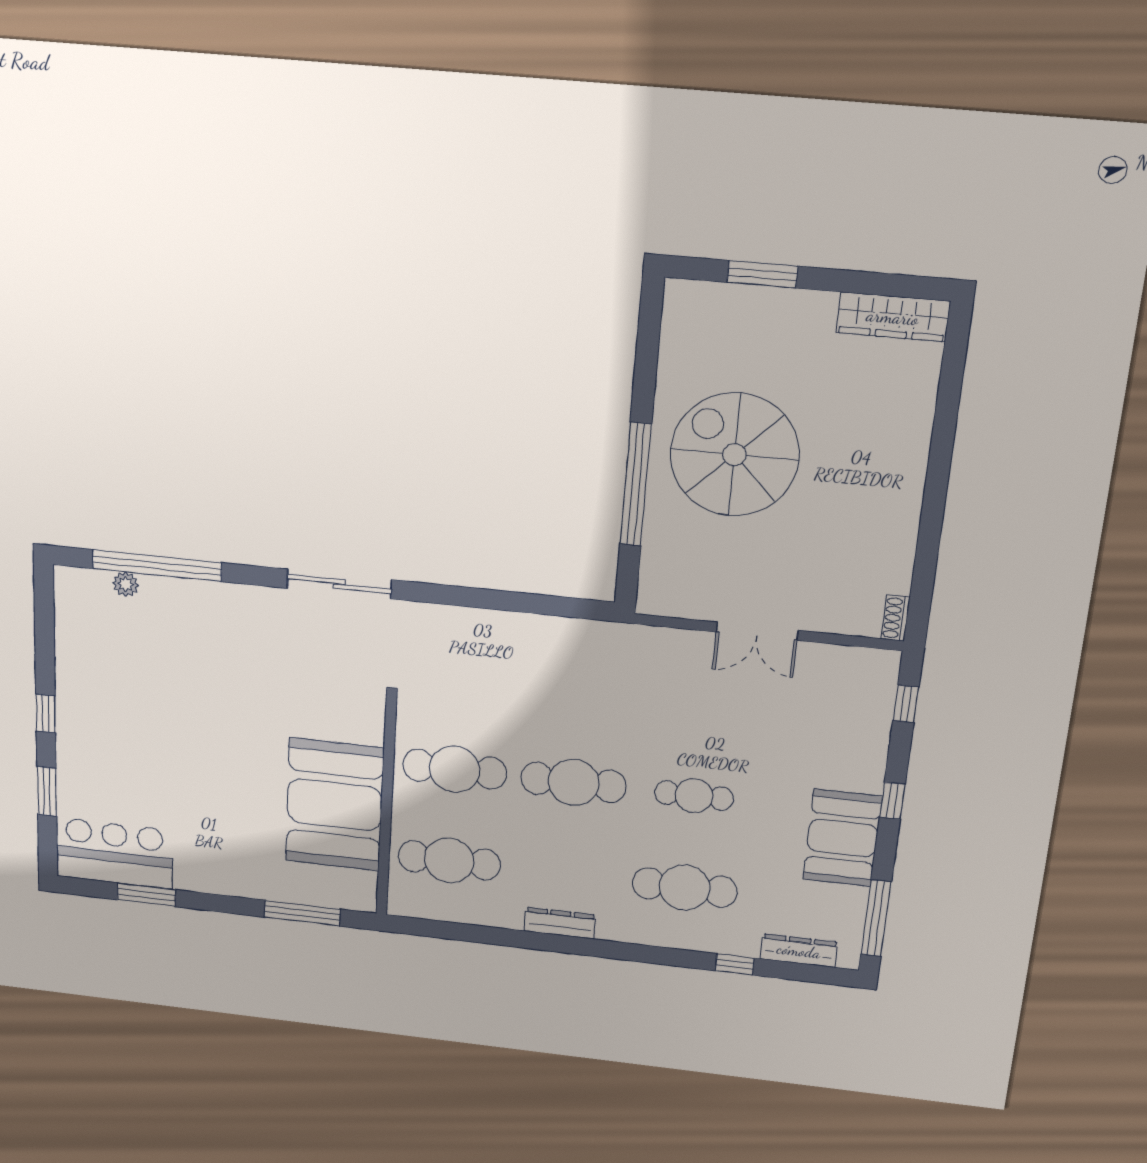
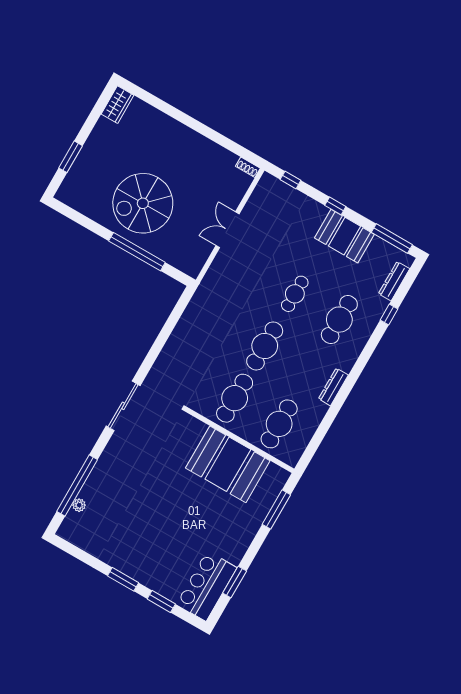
wardrobe: (893, 317) -> (117, 105), width x0.67
double door: (757, 631) -> (228, 230), swing flipped
window: (46, 714) -> (123, 579), width x1.50

